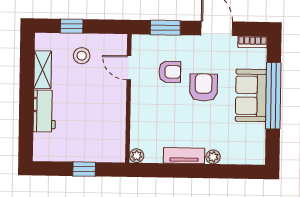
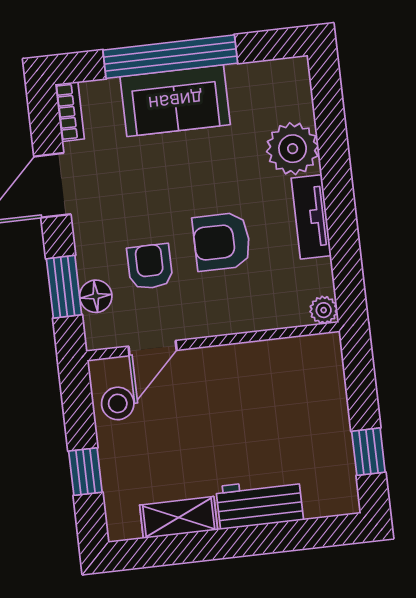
floor lamp: (159, 43) -> (96, 296), added
stool: (82, 56) -> (118, 403), moved
armchair: (204, 87) -> (222, 242), moved
plant: (213, 157) -> (293, 149), width x1.88, depth x1.88
window: (84, 169) -> (368, 452), moved

